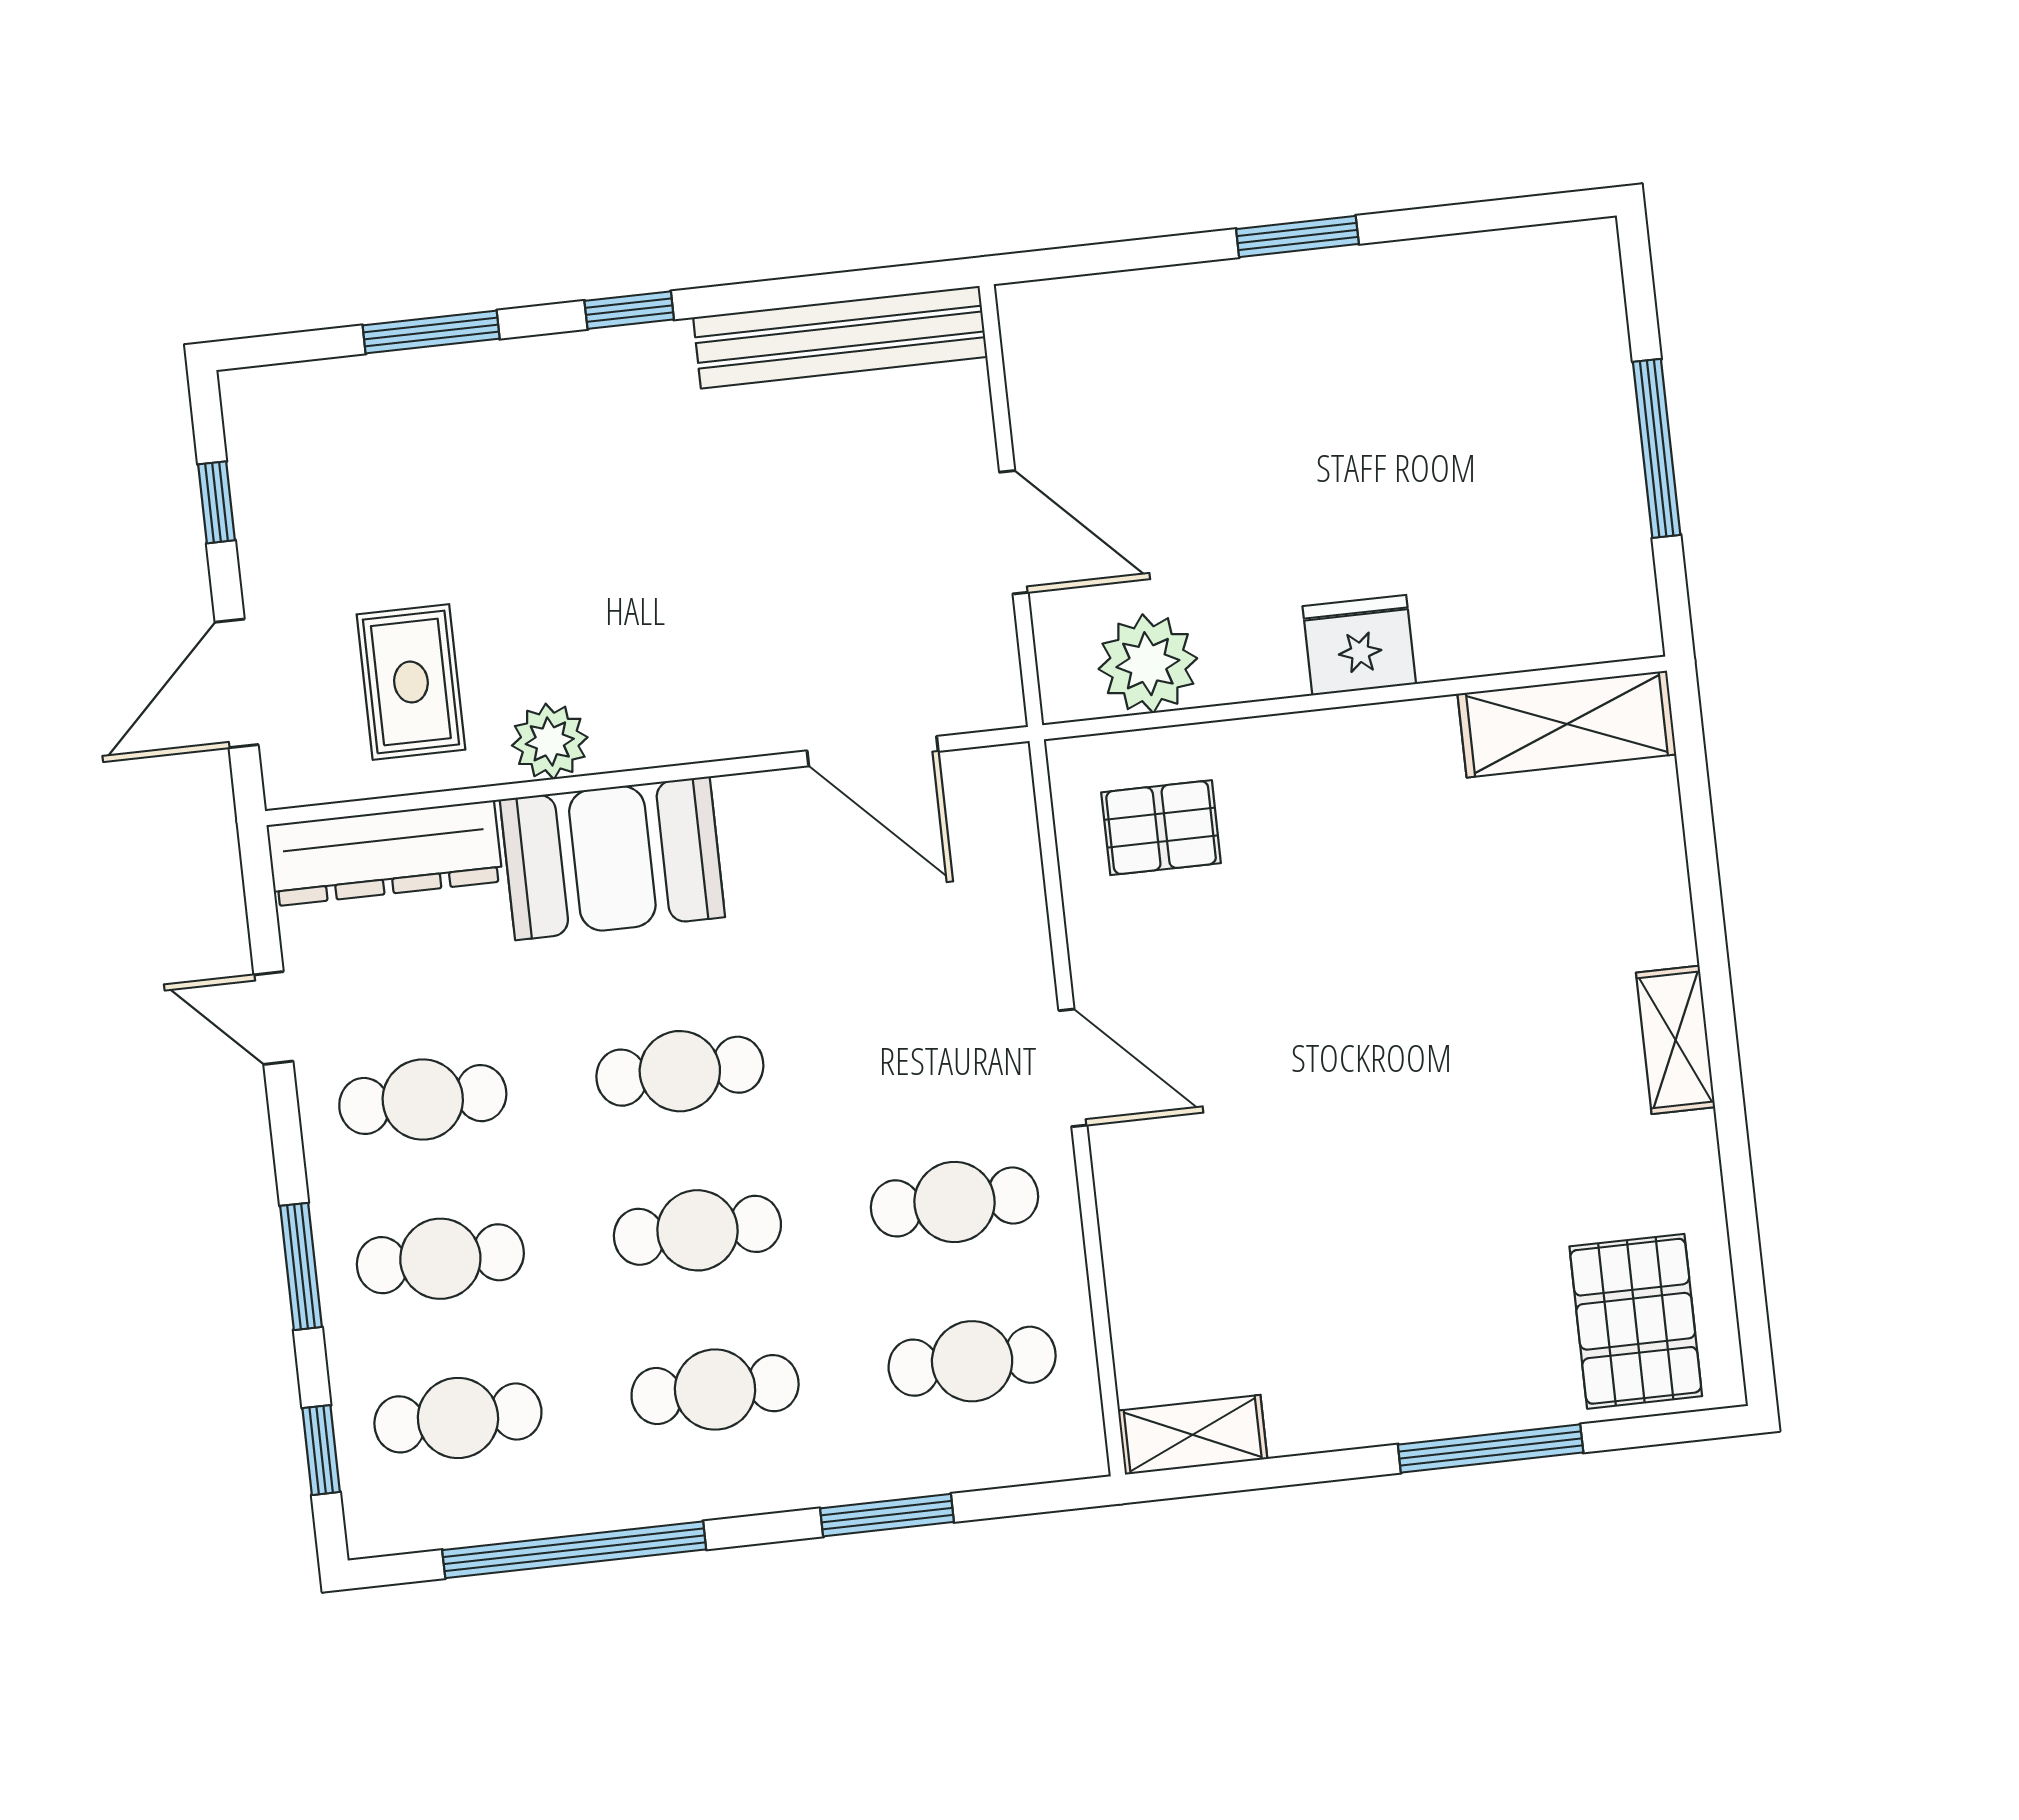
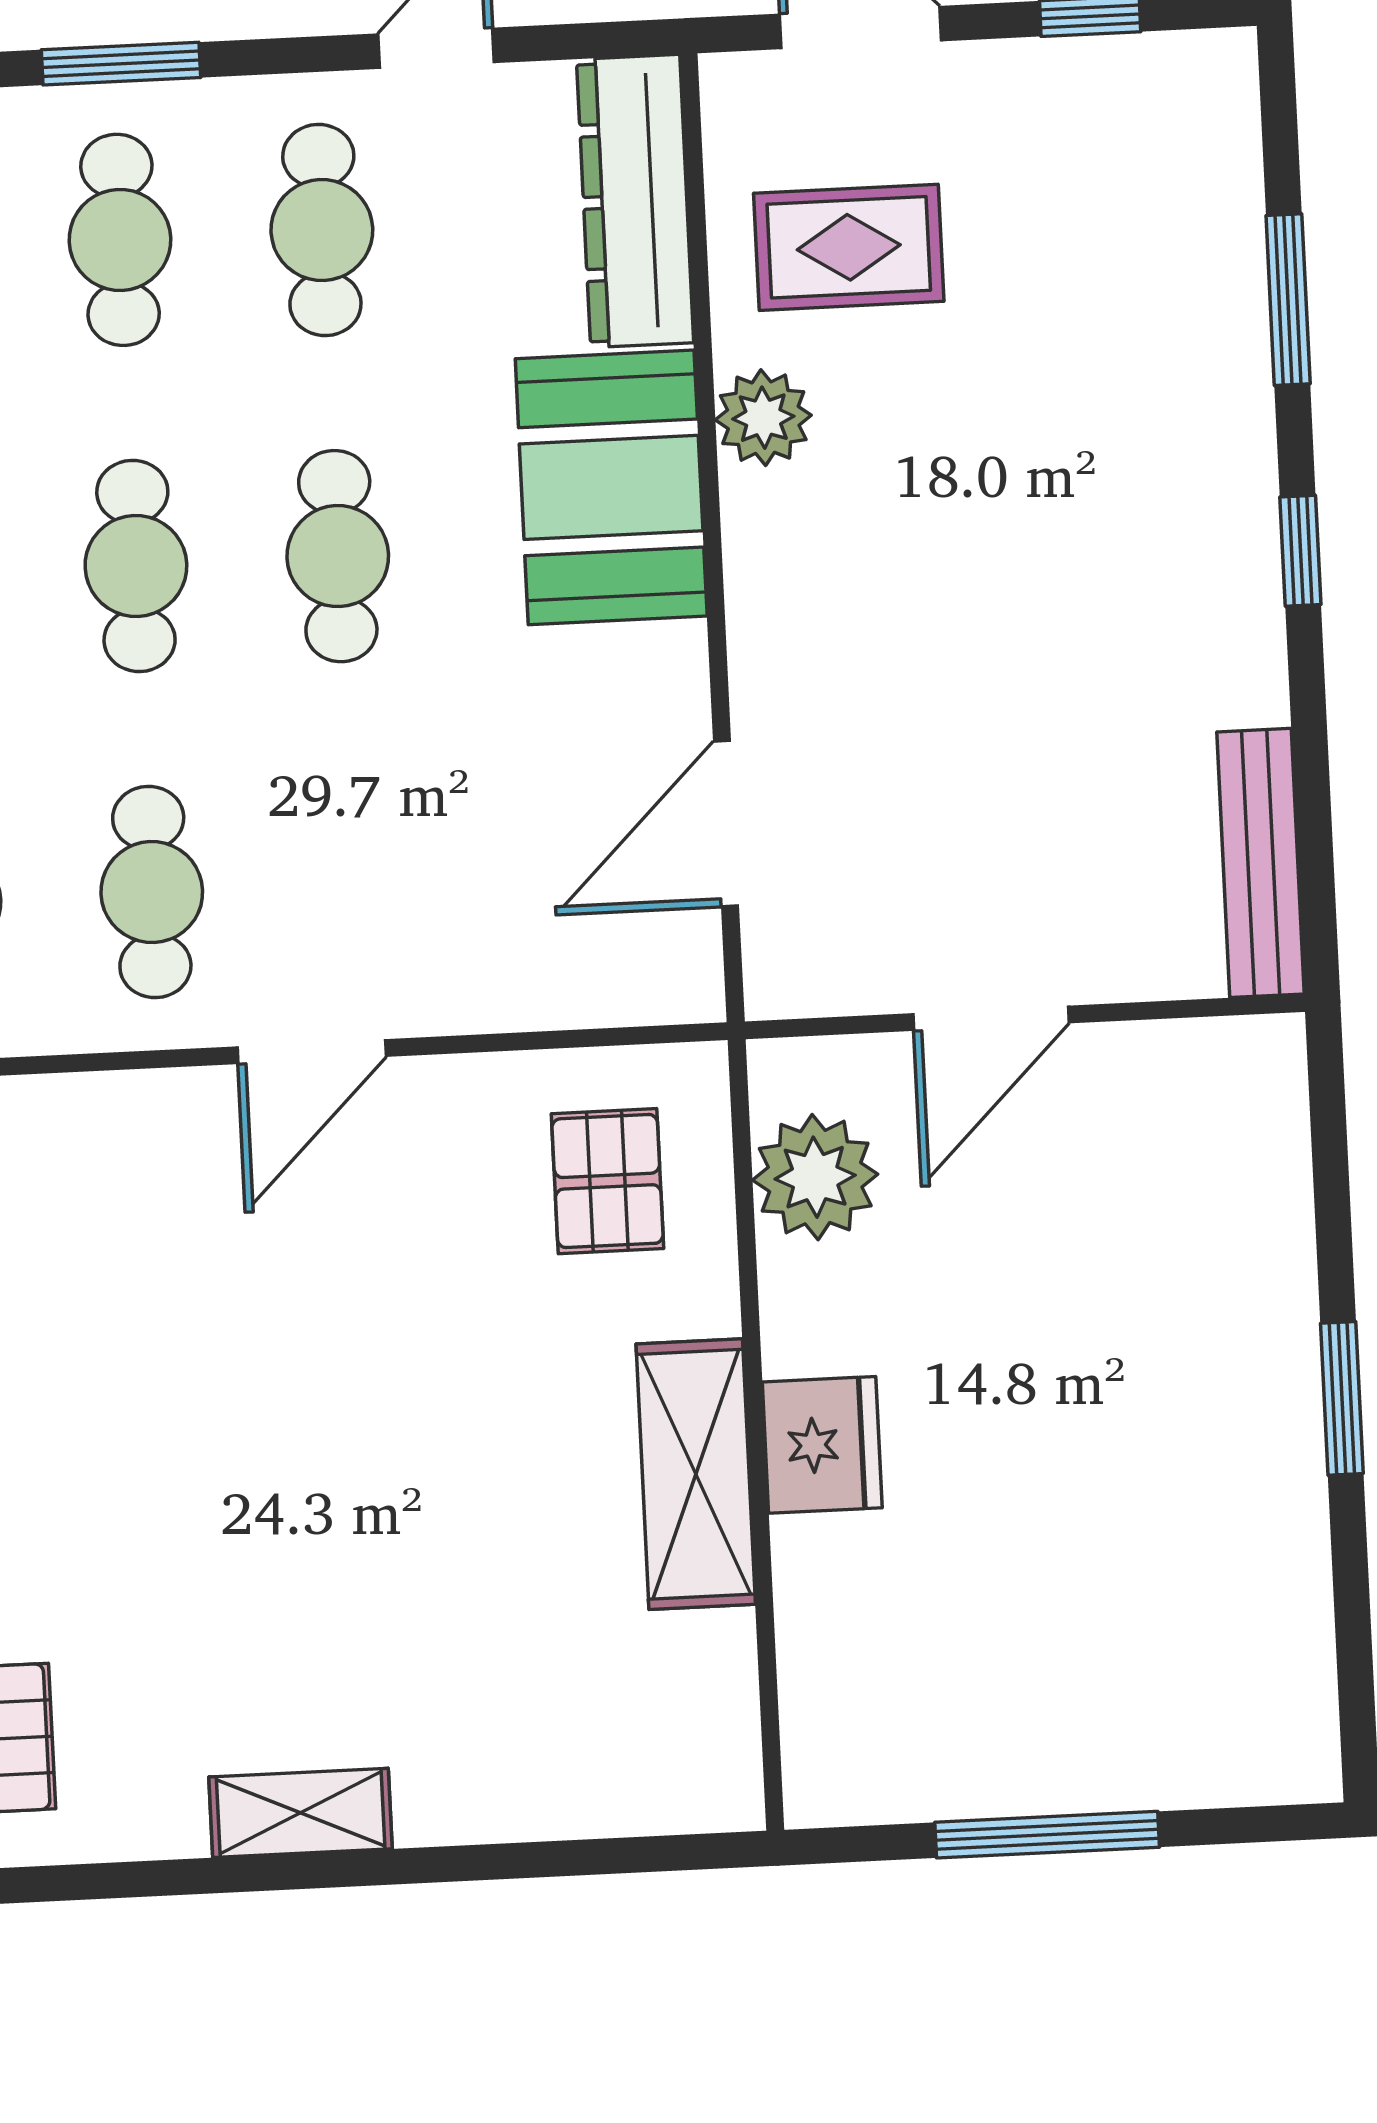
bench: (840, 337) -> (1261, 863), width x0.73, depth x0.82
shelving: (1567, 724) -> (696, 1474), moved

